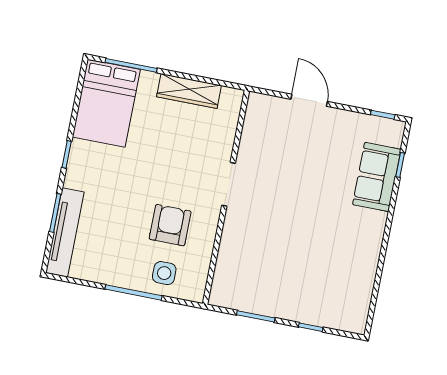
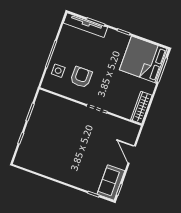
wardrobe: (189, 91) -> (141, 108), moved
door: (309, 100) -> (132, 155), swing flipped
bed: (106, 103) -> (144, 60), width x1.36
sofa: (377, 177) -> (111, 182), moved, turned -90
armchair: (170, 225) -> (81, 77), turned -90

